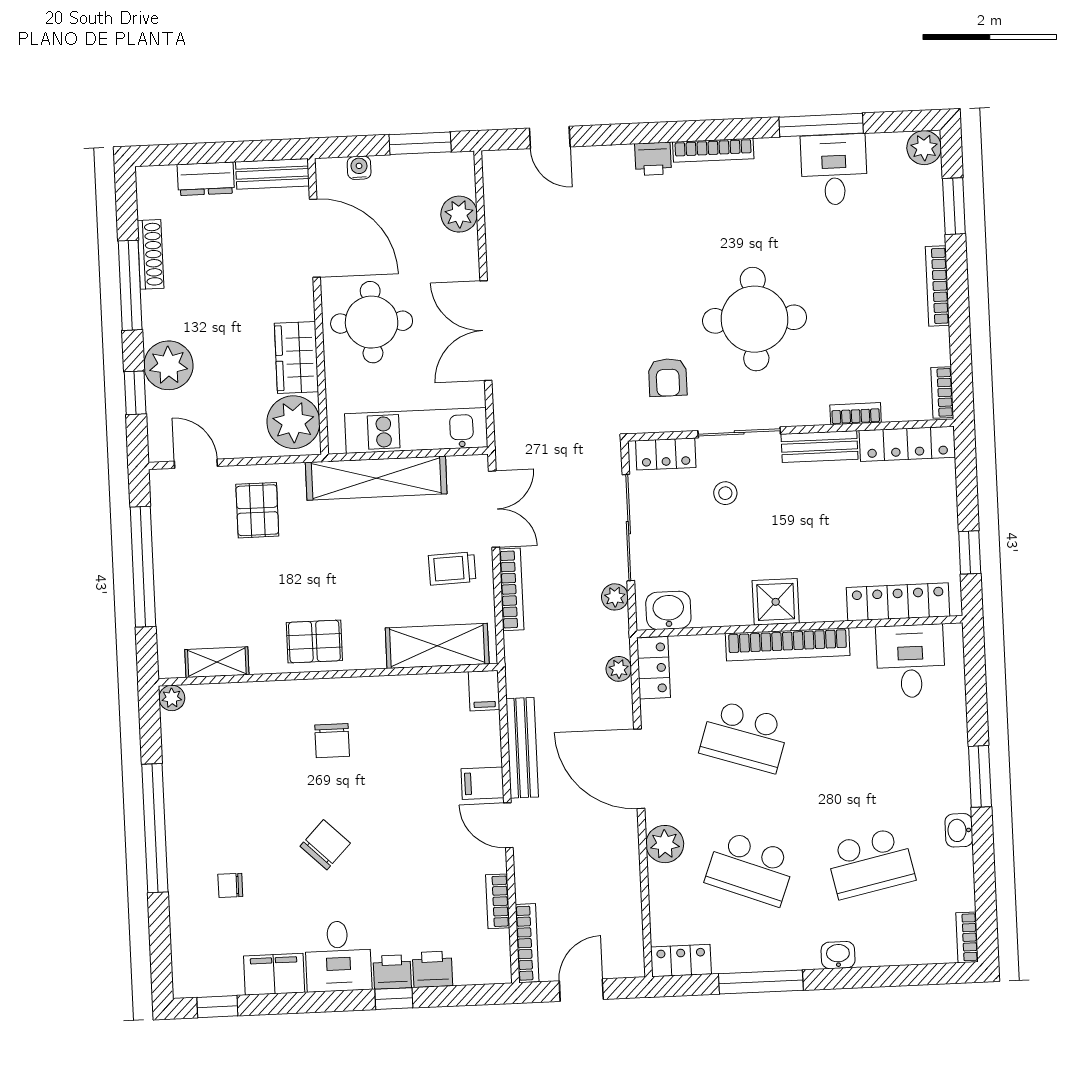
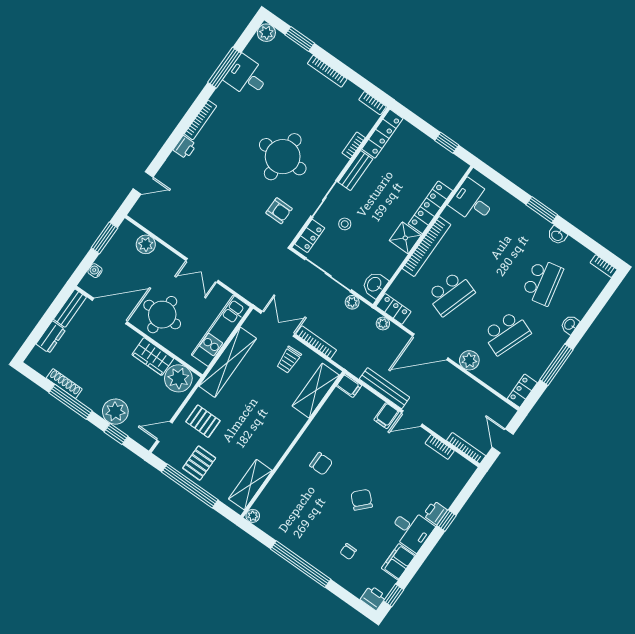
double door: (486, 331) -> (202, 270), width x0.73
locker: (898, 602) -> (430, 207), moved
pallet: (314, 642) -> (199, 463), moved
shelving: (217, 662) -> (250, 485), width x1.50, depth x1.33
printer: (433, 969) -> (373, 598), moved, turned 90

